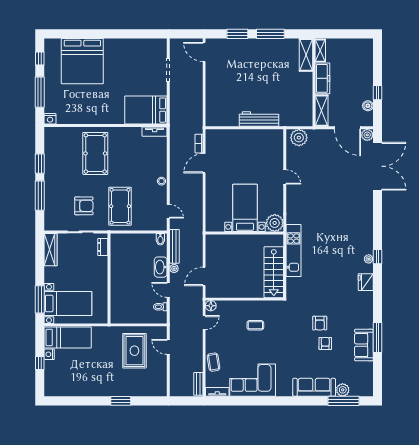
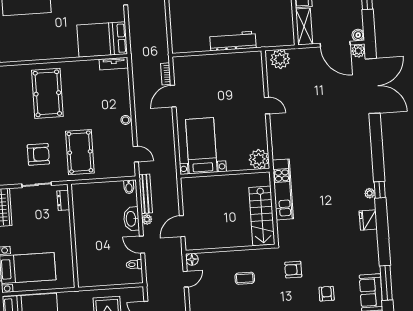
boiler: (368, 106) -> (358, 35), moved
bed with nightstands: (245, 208) -> (201, 146), moved
armchair: (320, 323) -> (293, 270), moved, turned 90

